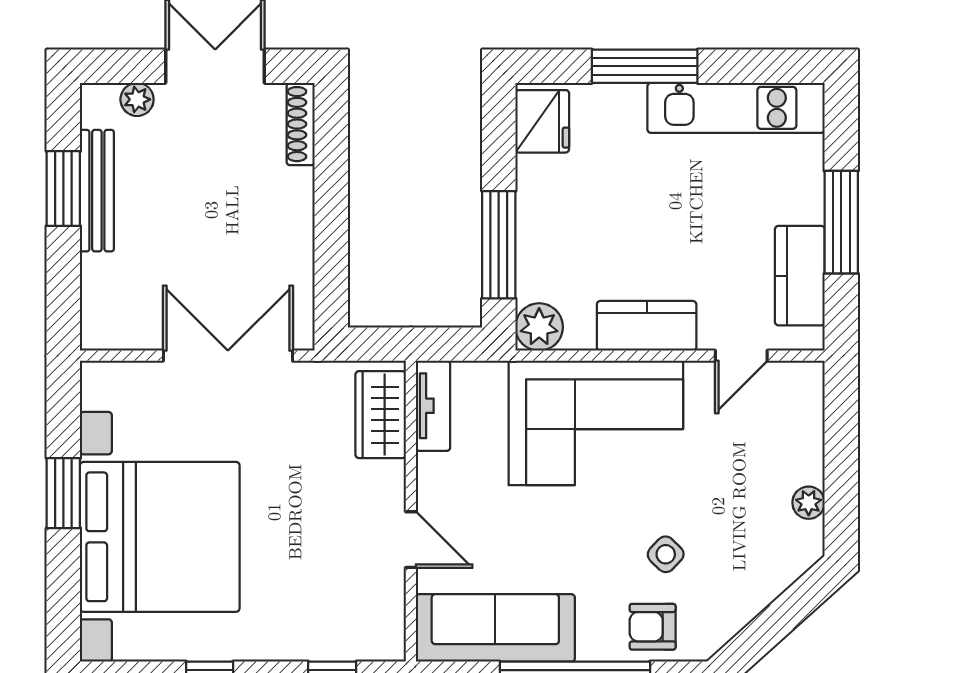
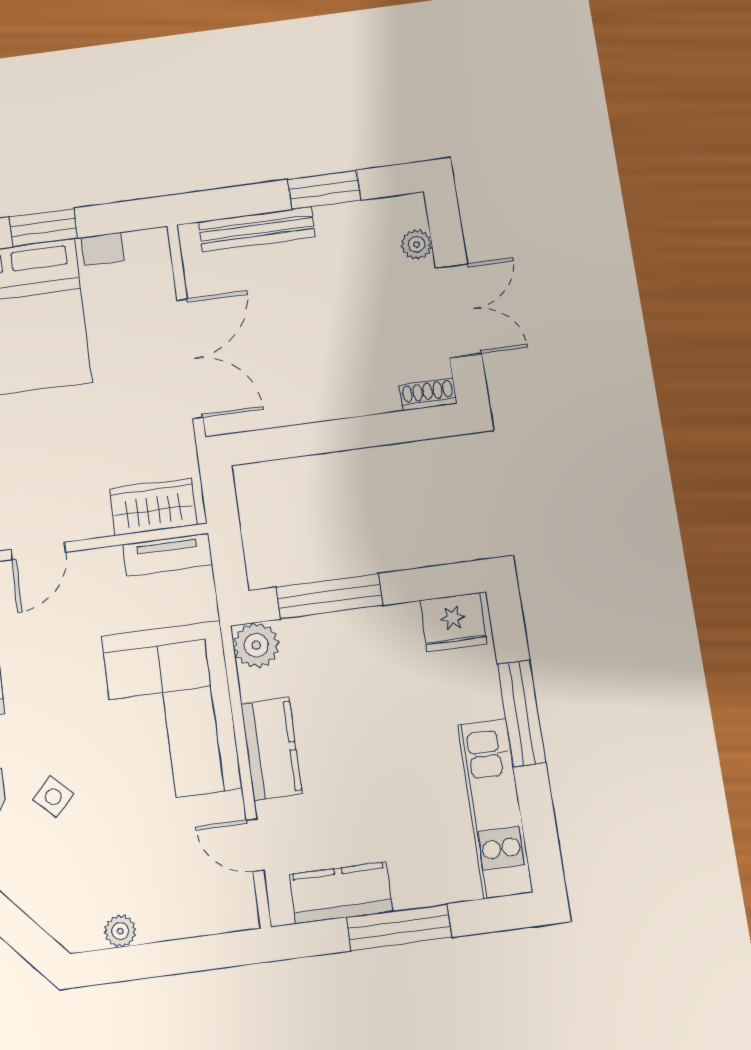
shoe rack: (301, 124) -> (428, 394), width x0.70
bench: (97, 191) -> (257, 229), moved

